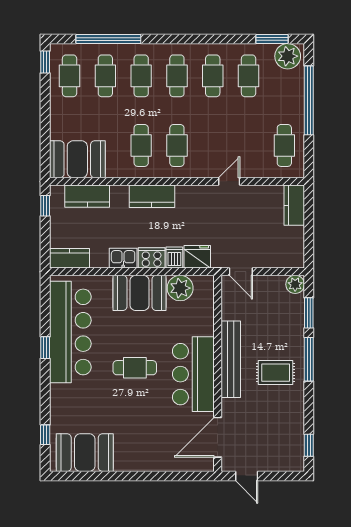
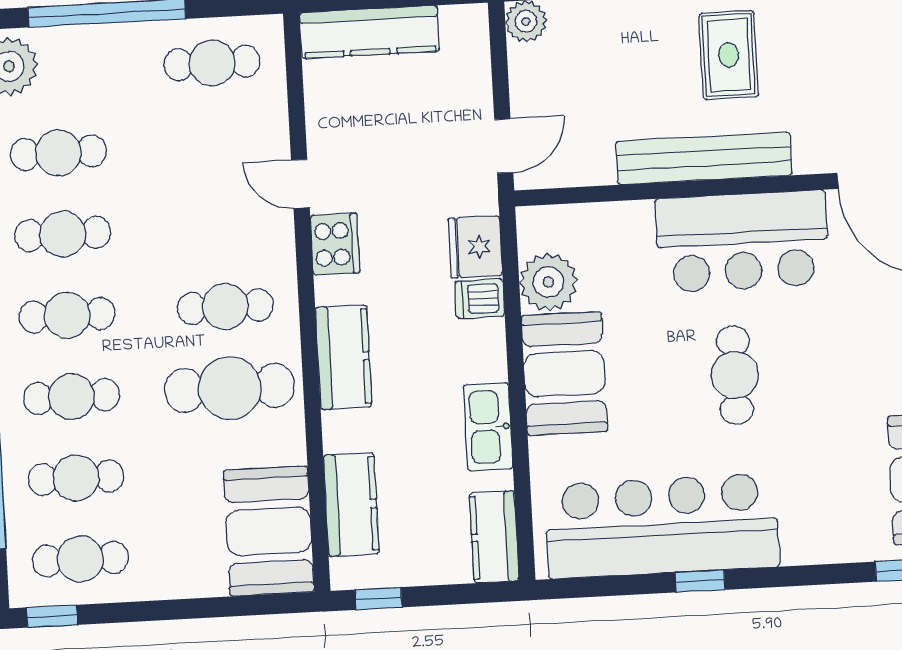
cafe table: (141, 145) -> (230, 388), width x1.37, depth x1.35
kitchen counter: (294, 205) -> (369, 32), width x1.50
kitchen sink: (123, 258) -> (488, 427), width x1.38
cooker: (152, 258) -> (335, 244), moved, turned 180

